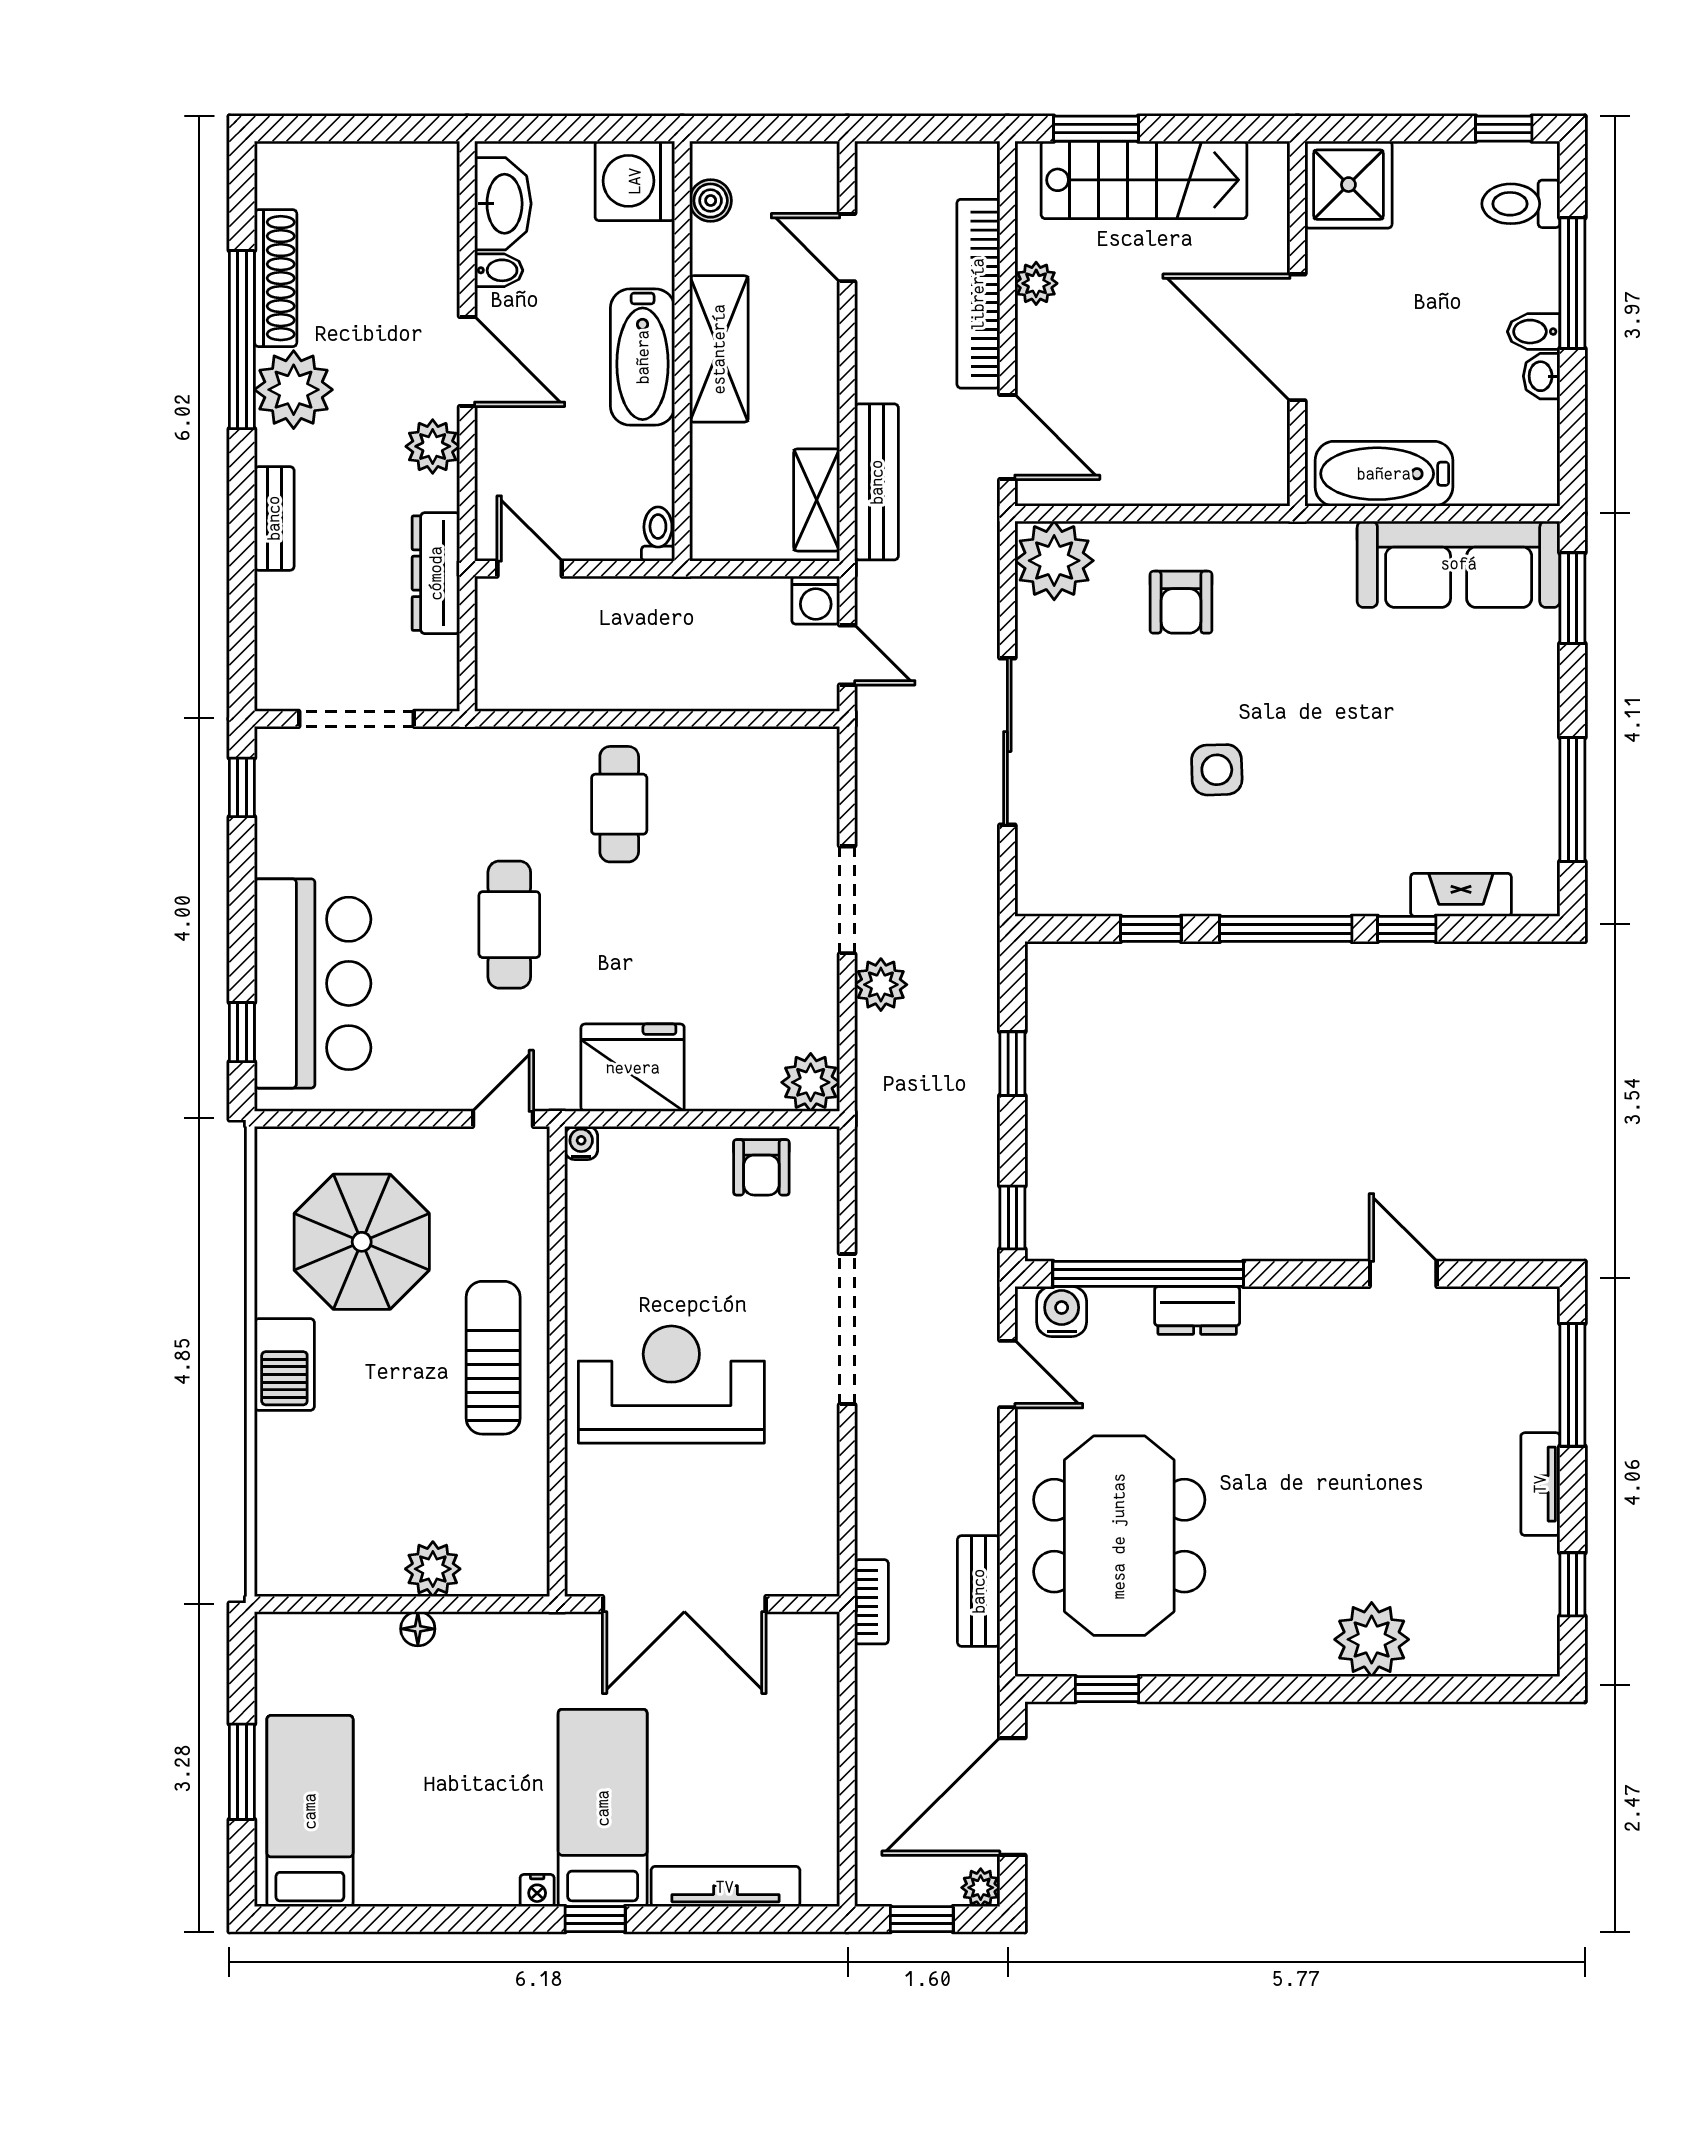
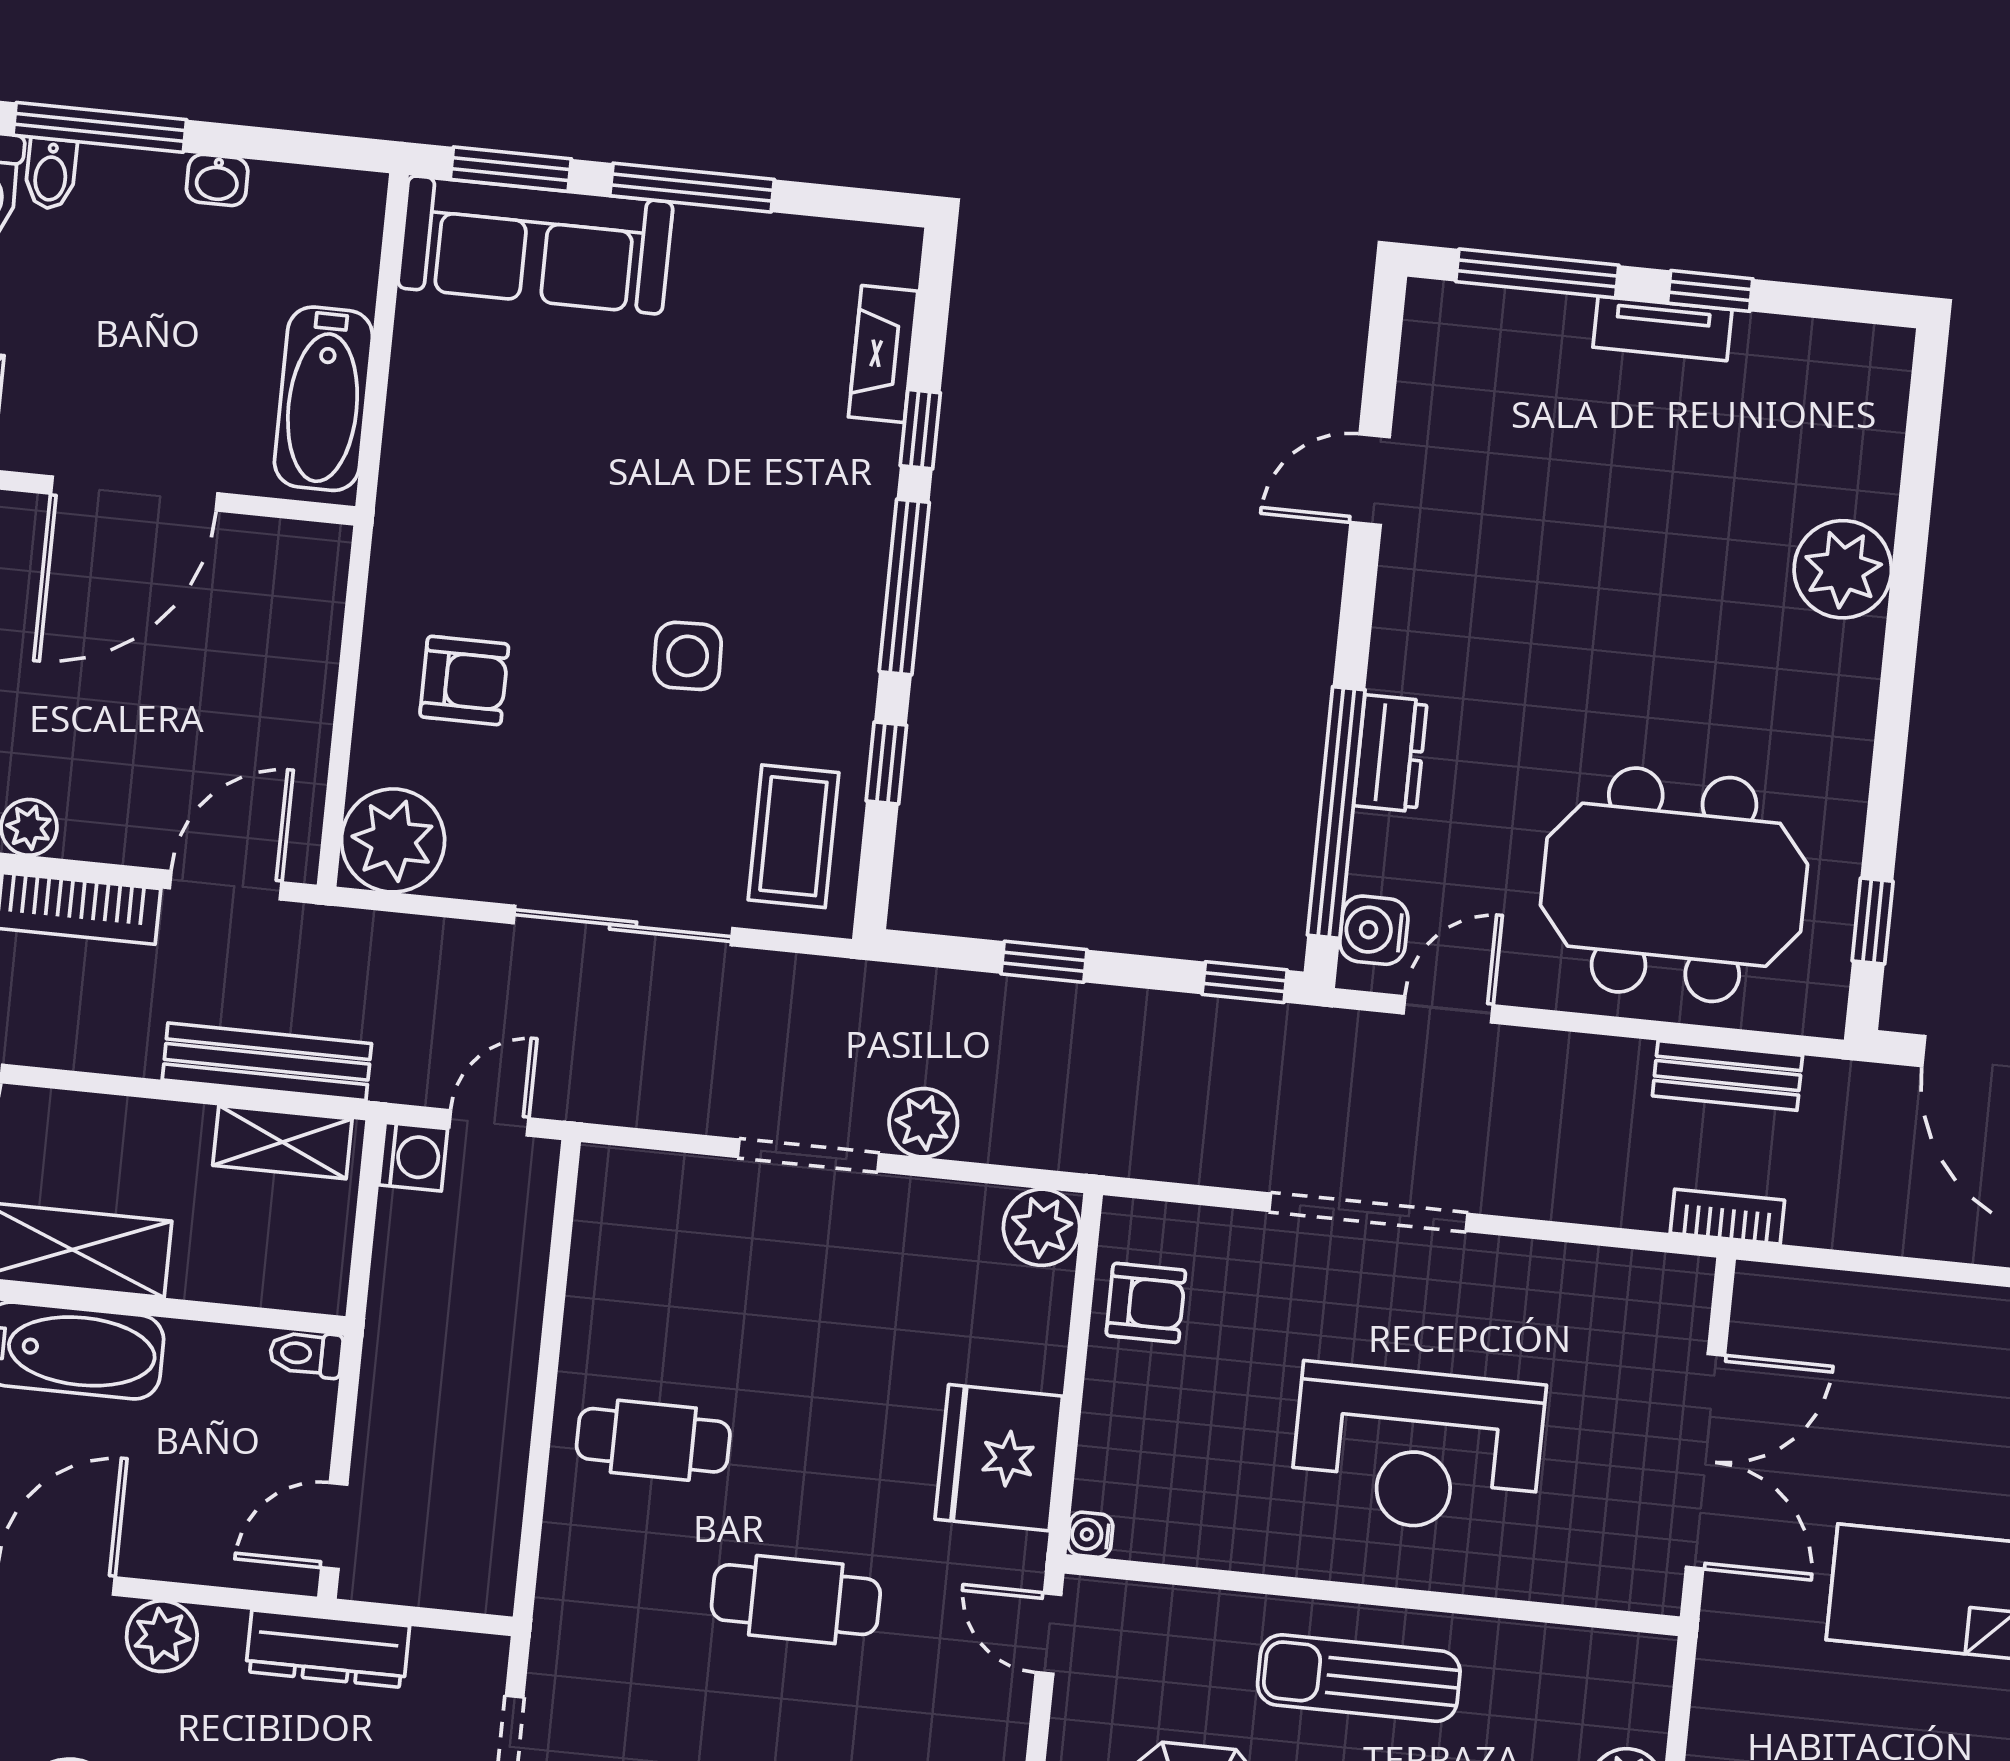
bidet: (1534, 332) -> (51, 174), moved
sofa: (1459, 564) -> (535, 245), moved, turned 90
window: (1572, 799) -> (692, 188), moved
coffee table: (1088, 864) -> (793, 836), added
reception desk: (671, 1385) -> (1417, 1449), turned -90
window: (1572, 1584) -> (1710, 291), moved

